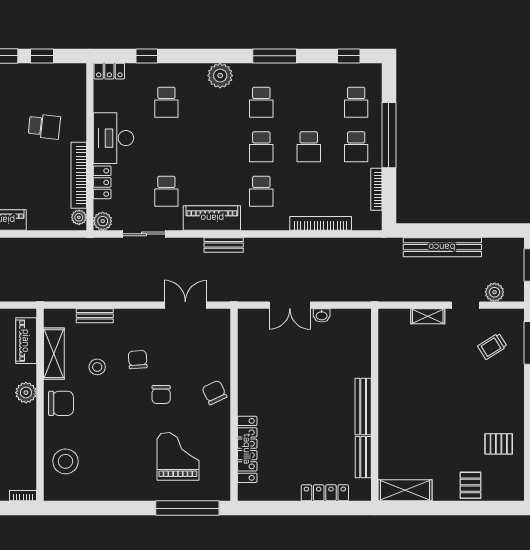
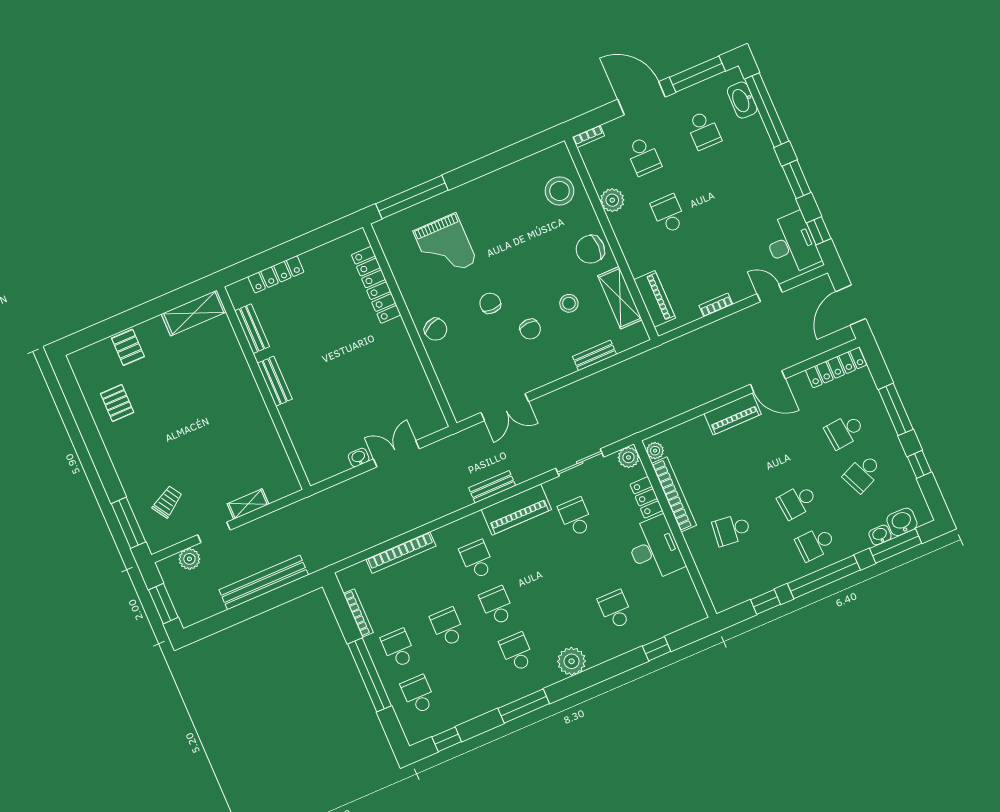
locker: (109, 71) -> (689, 616), removed
plant: (26, 393) -> (612, 200), moved
bench: (363, 407) -> (275, 381), width x0.73
pallet: (499, 444) -> (117, 403), turned 90

